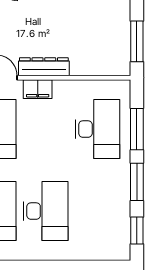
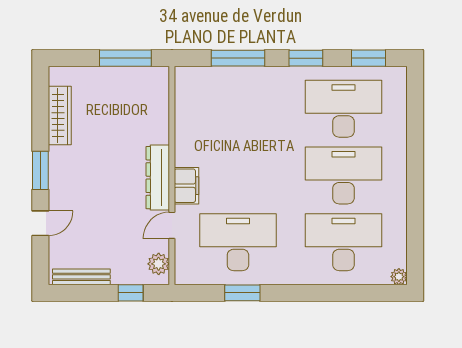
desk: (97, 129) -> (343, 109), moved
window: (137, 182) -> (306, 58), width x0.69

